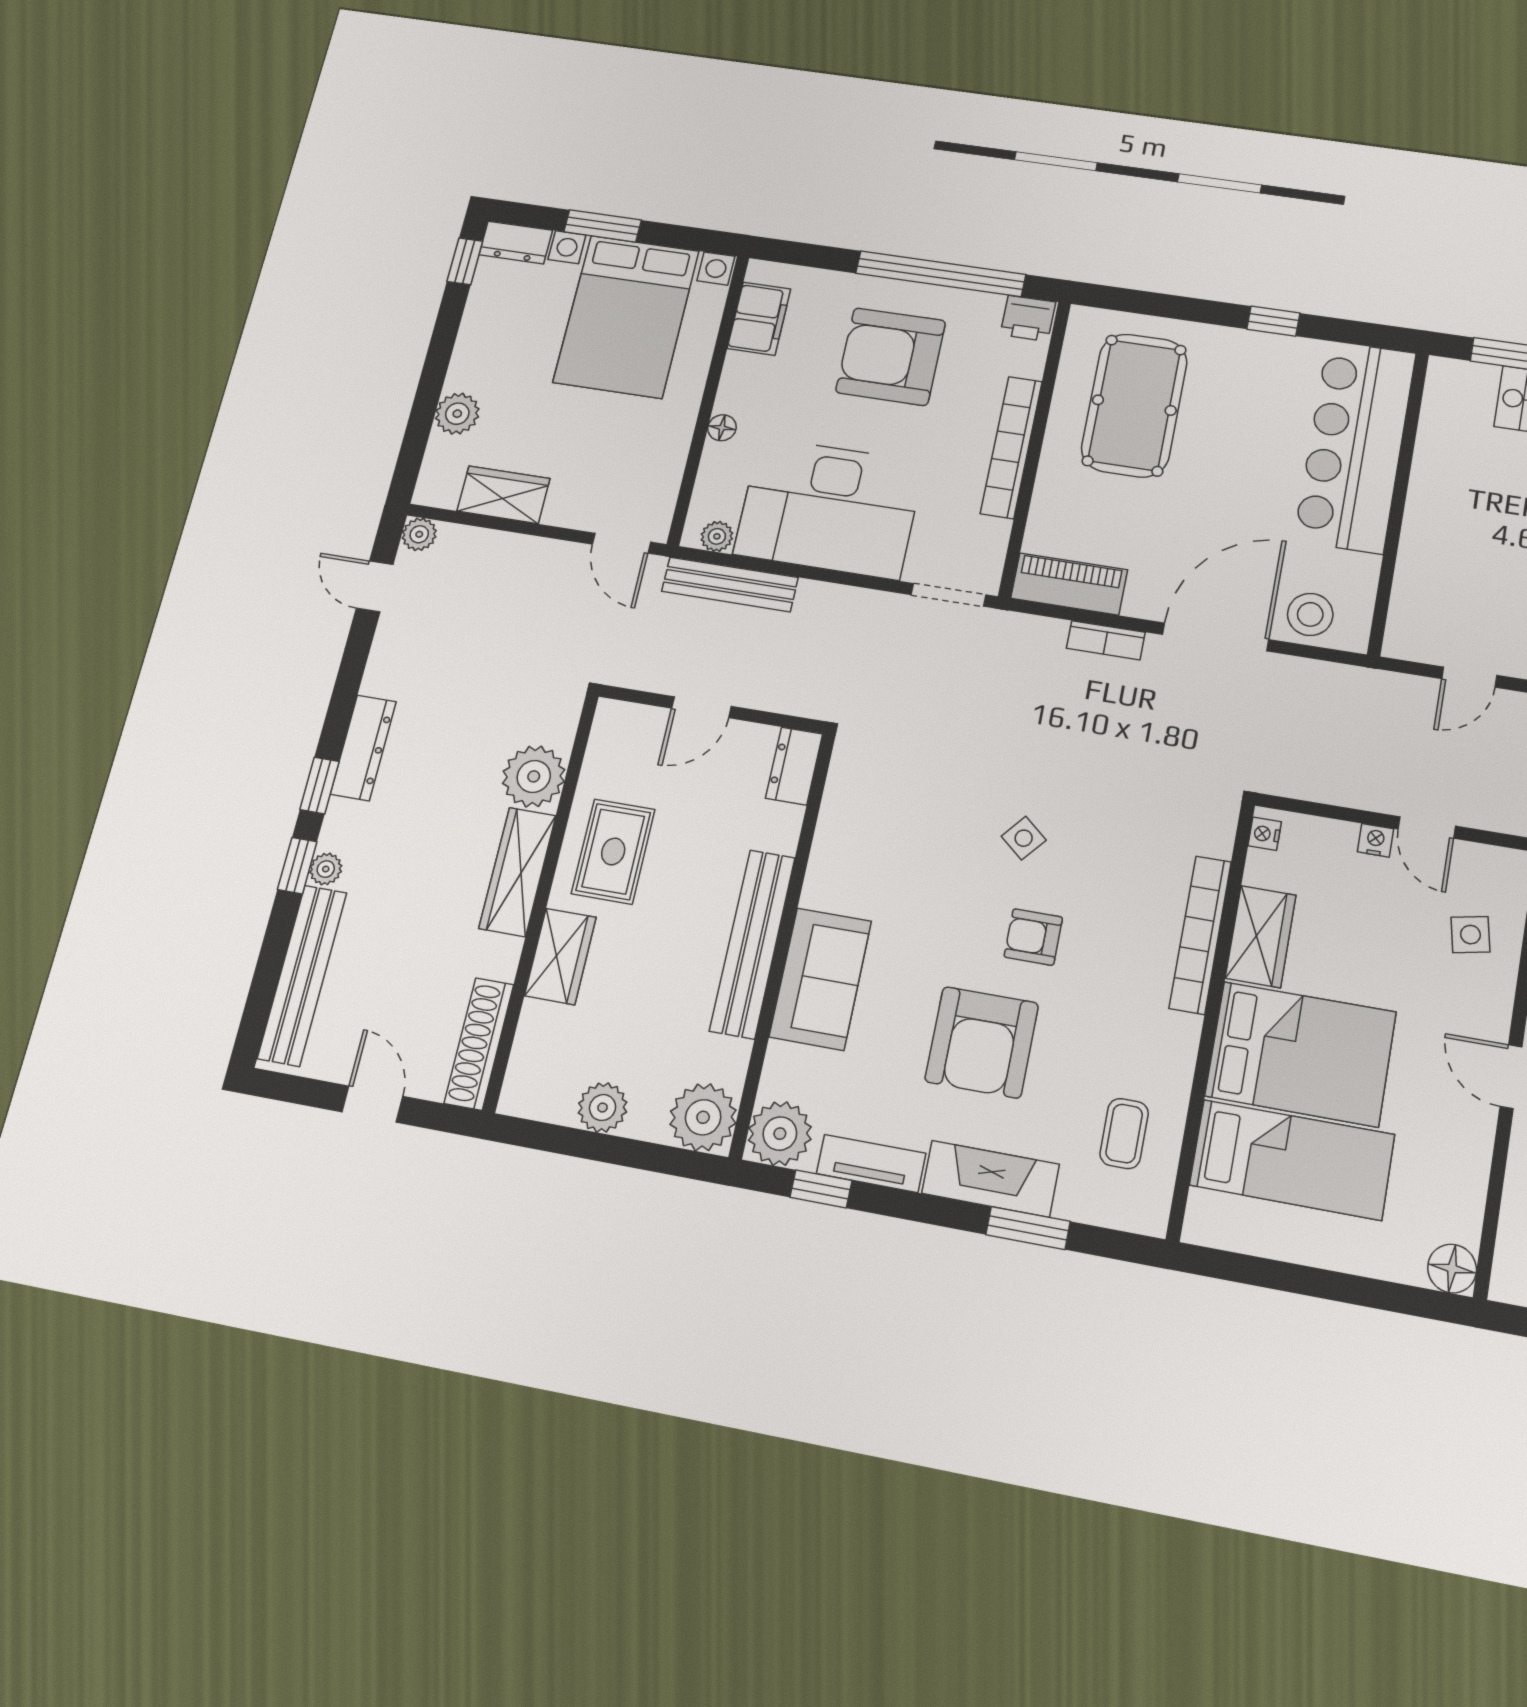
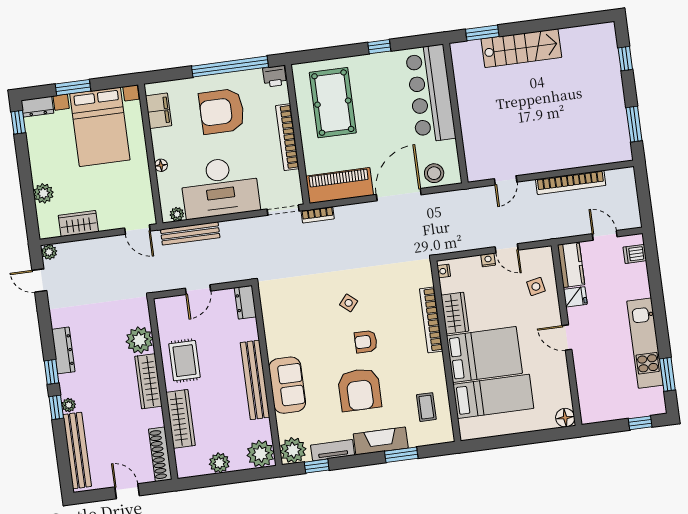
piano: (1069, 584) -> (340, 186), width x1.37, depth x1.33
bookcase: (1106, 640) -> (318, 215), moved
wardrobe: (560, 956) -> (181, 419), width x1.50

